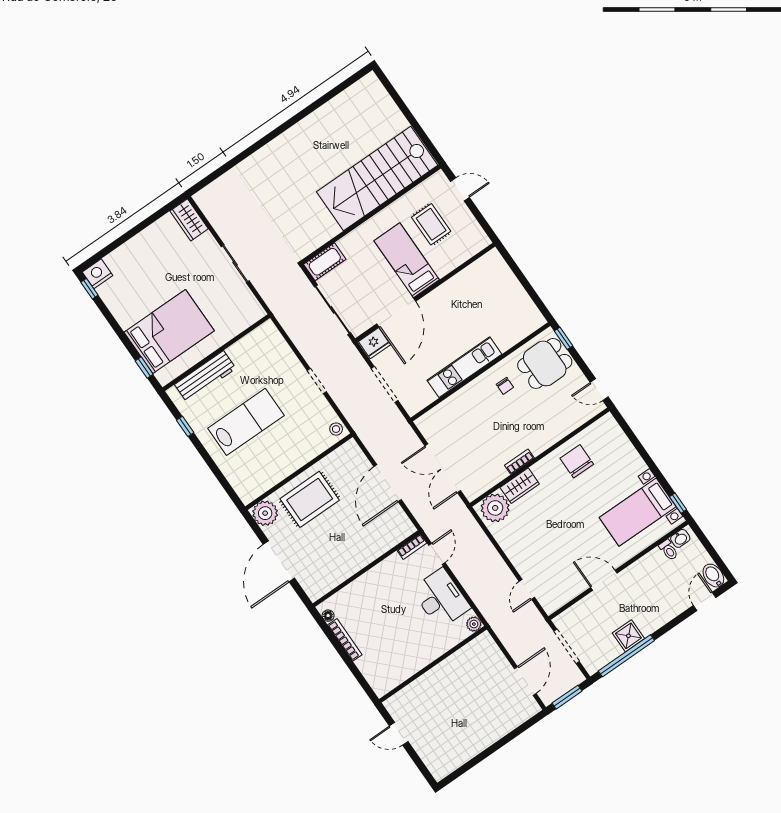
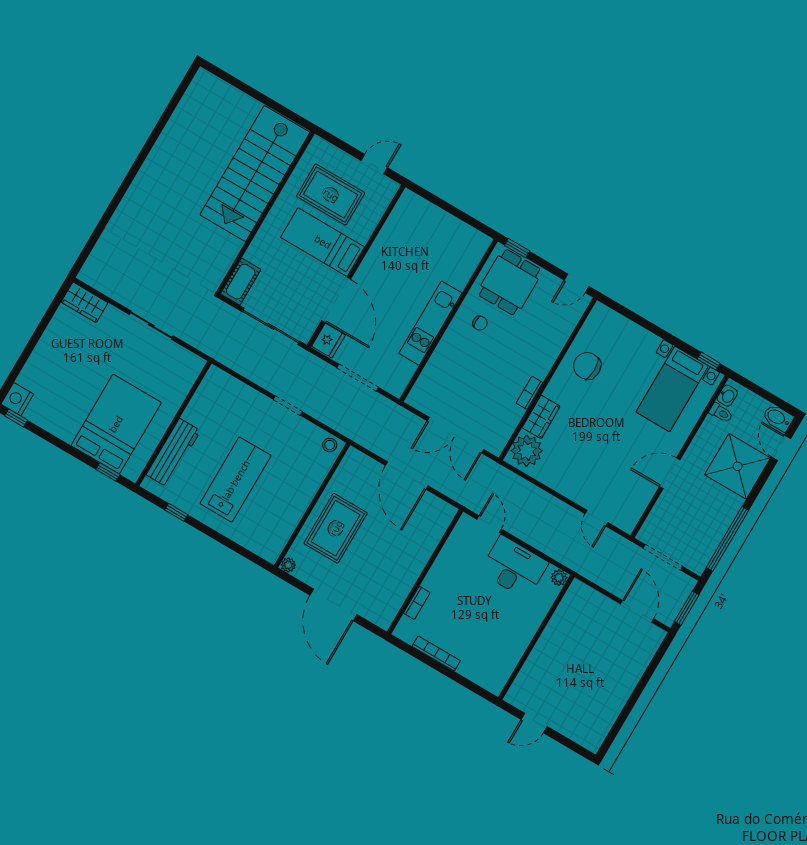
door: (460, 189) -> (374, 164), moved
rug: (431, 224) -> (331, 195), width x1.36, depth x1.43
plant: (265, 513) -> (288, 565), width x0.53, depth x0.53
bookcase: (412, 547) -> (417, 603), moved
floor lamp: (328, 616) -> (408, 637), removed
shower: (628, 636) -> (738, 466), moved, width x1.86, depth x1.86

